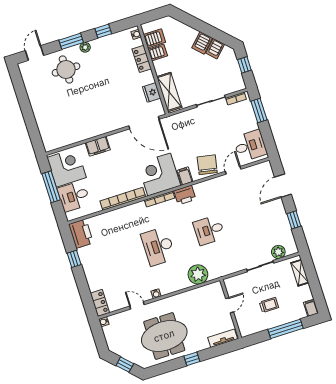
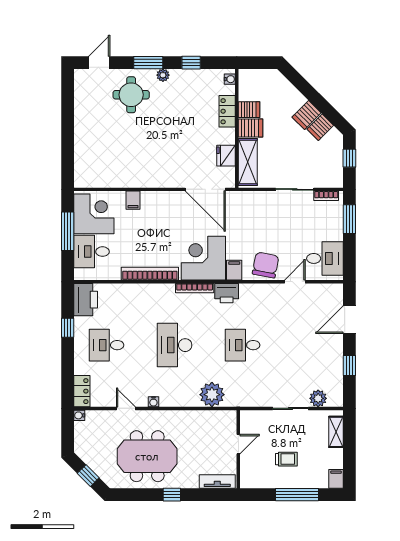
server rack: (154, 38) -> (250, 128), moved
filing cabinet: (98, 146) -> (133, 200), width x0.50
desk: (107, 263) -> (106, 345), added

